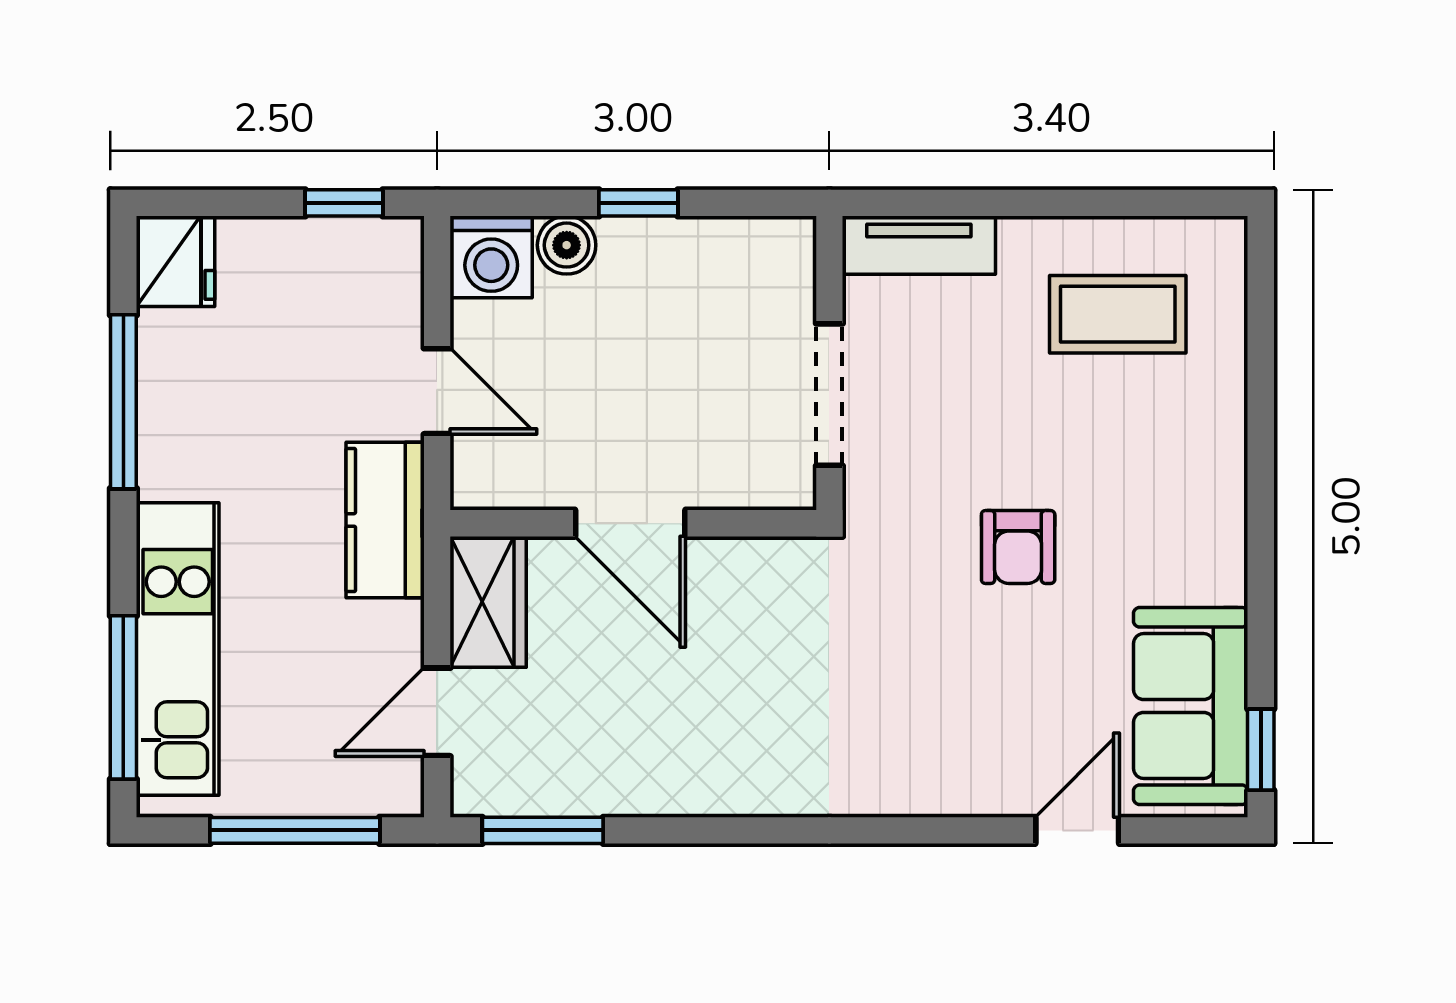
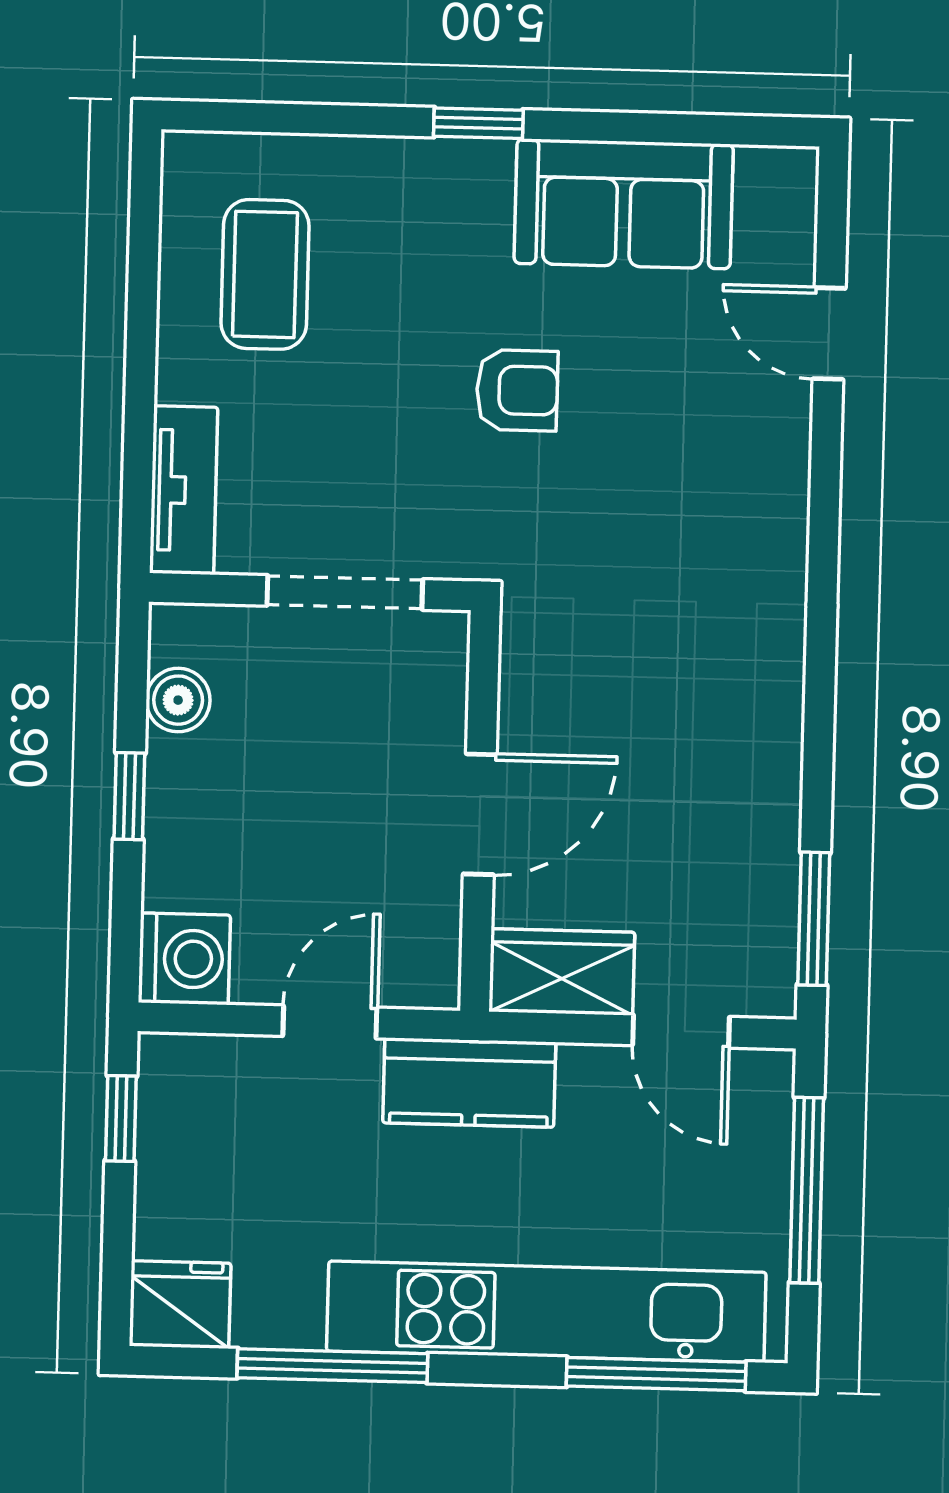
boiler: (567, 245) -> (178, 700), moved
kitchen unit: (178, 649) -> (546, 1312), width x1.36
sofa: (1191, 706) -> (624, 204), moved
window: (1261, 750) -> (478, 123), moved

